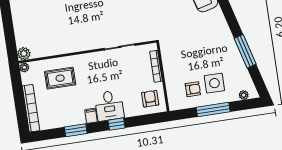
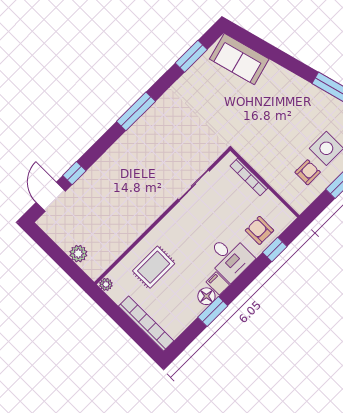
plant: (24, 54) -> (78, 254), moved
armchair: (150, 99) -> (259, 230), moved
floor lamp: (79, 118) -> (206, 296), added
window: (116, 124) -> (275, 249), moved

